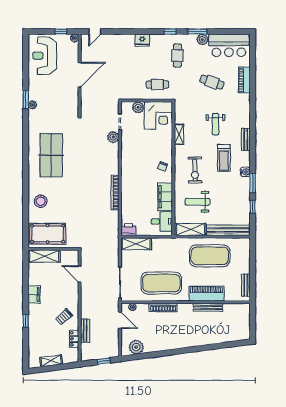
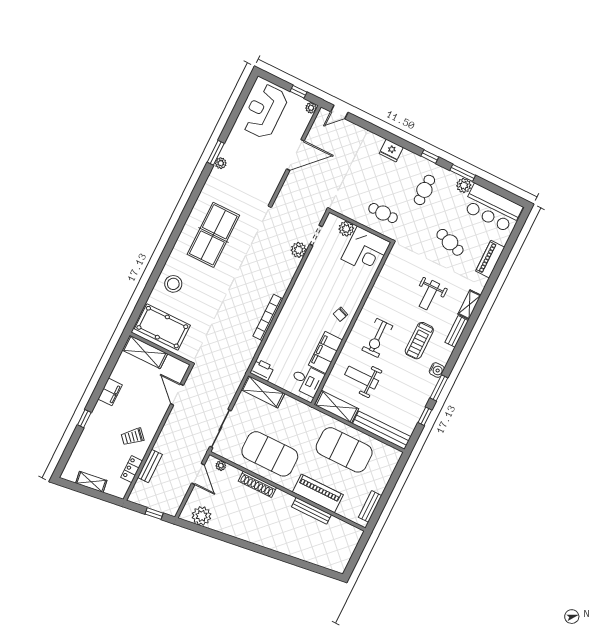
shelving: (179, 134) -> (469, 305), moved

